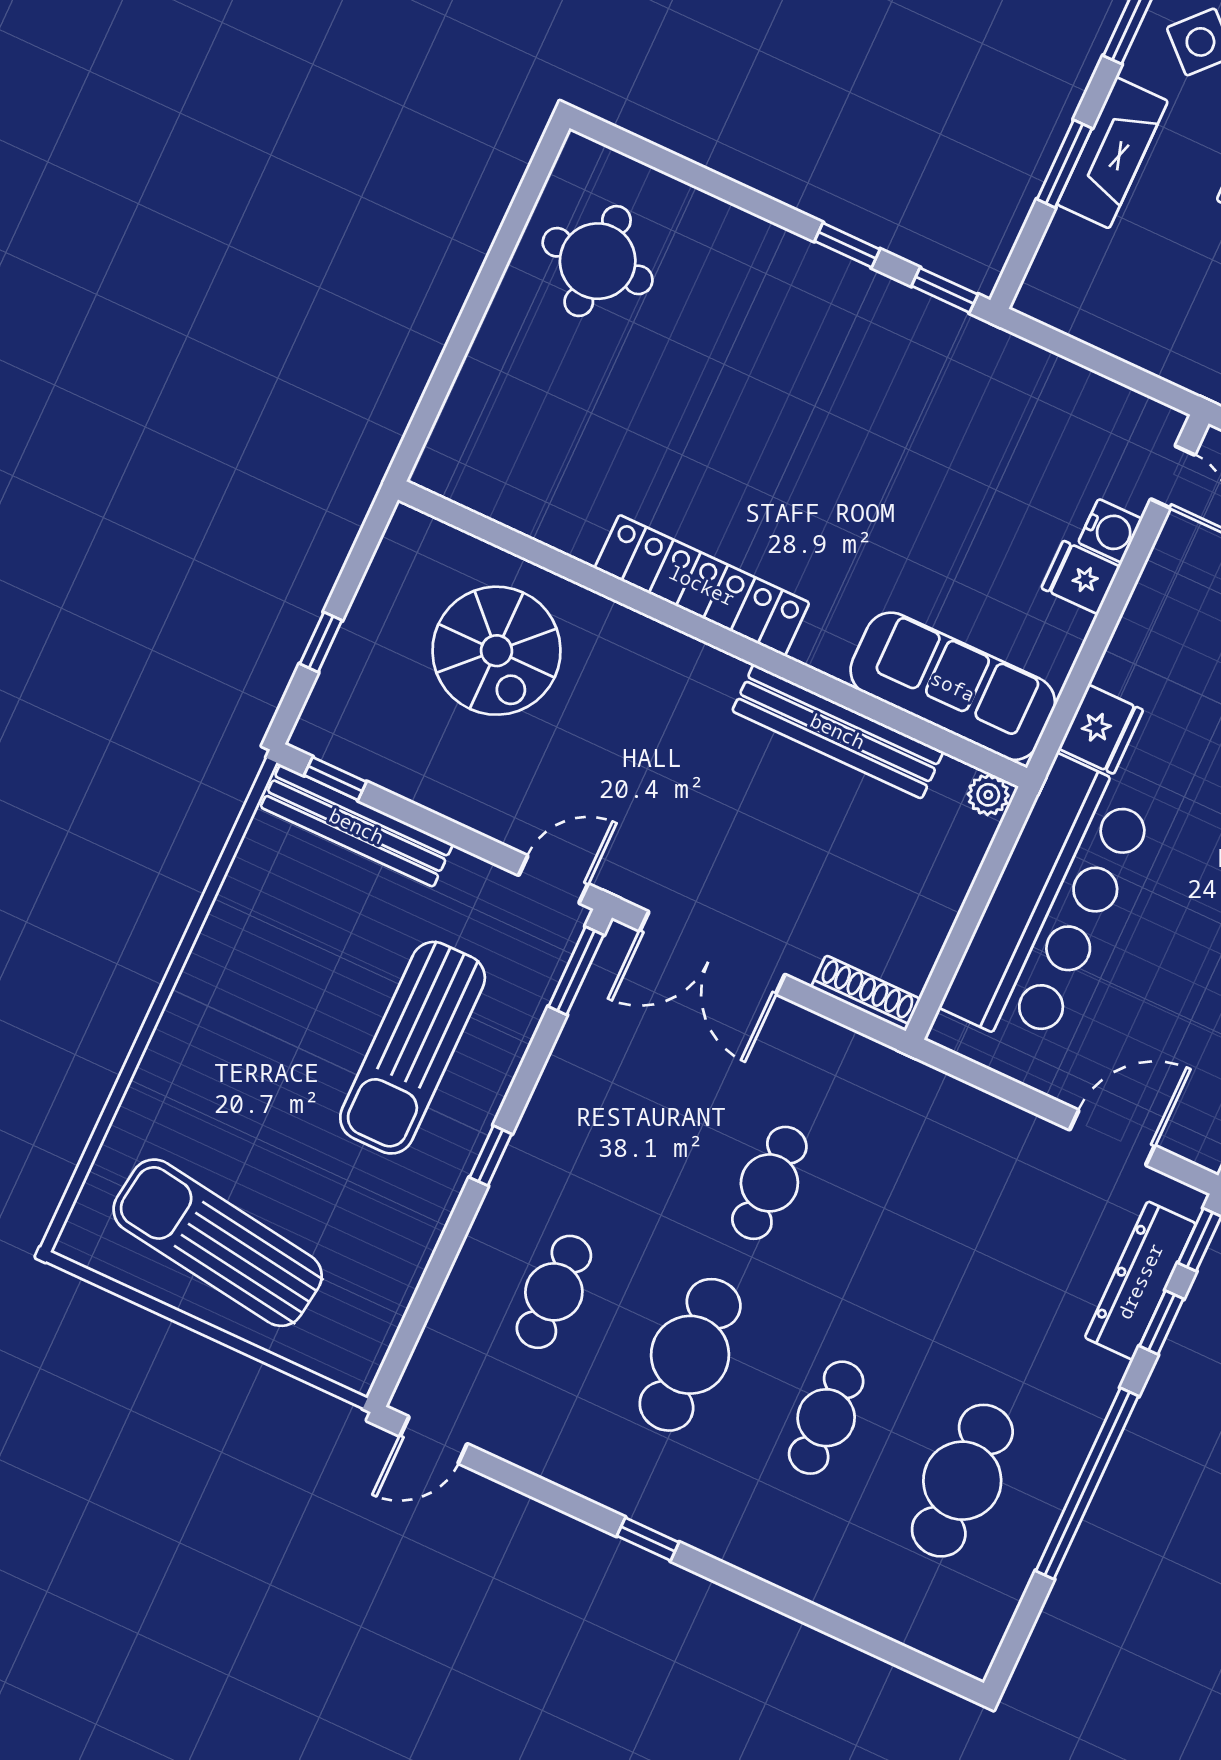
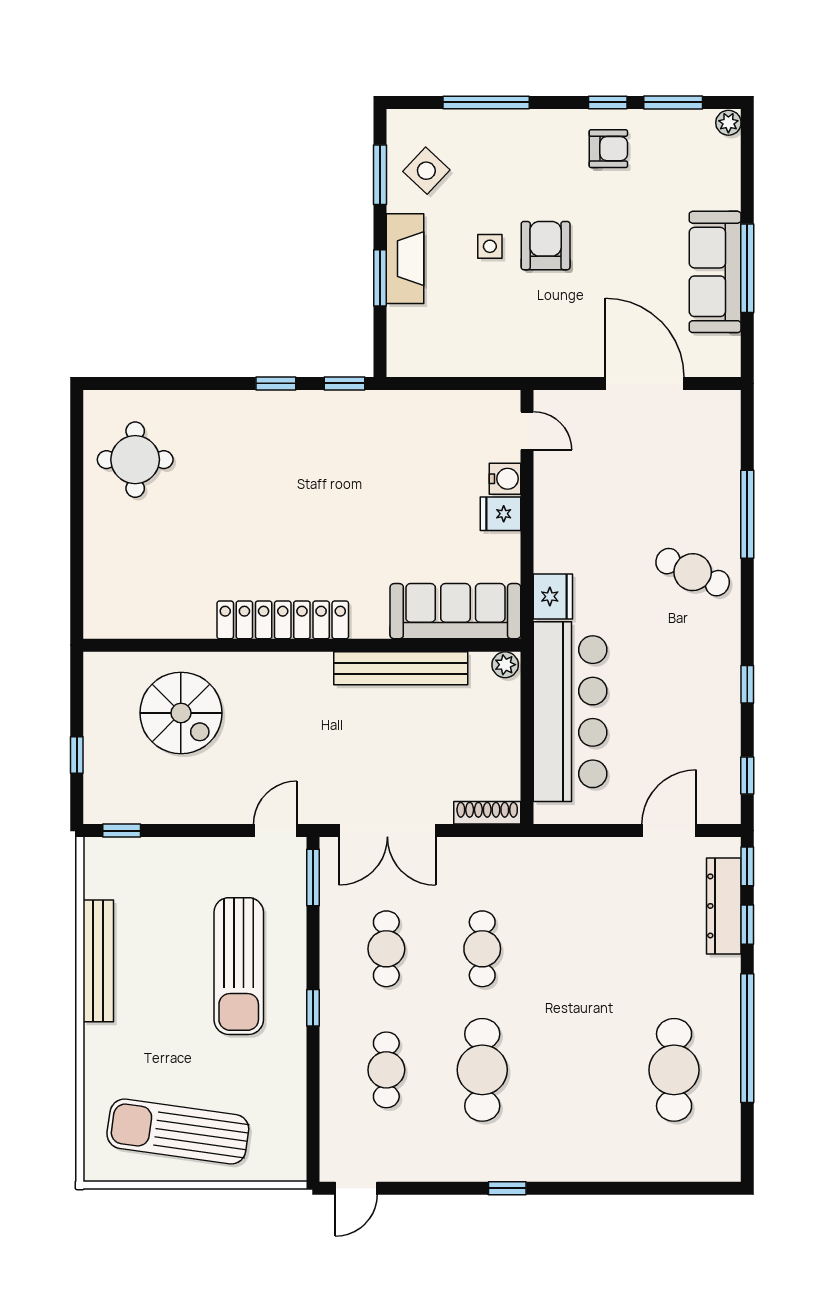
bench: (357, 826) -> (98, 961), moved, turned 90
cafe table: (826, 1418) -> (386, 949), moved

